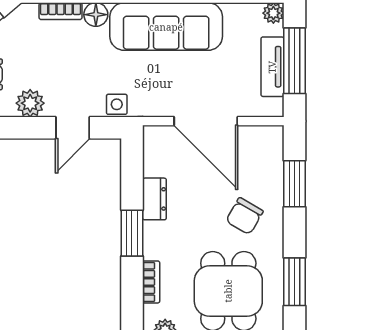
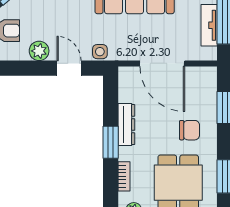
door: (73, 128) -> (69, 68), swing flipped
dresser: (154, 199) -> (126, 125), width x1.44
chair: (244, 216) -> (190, 130), turned -120

